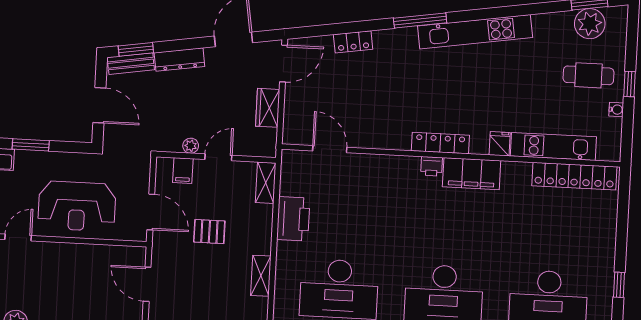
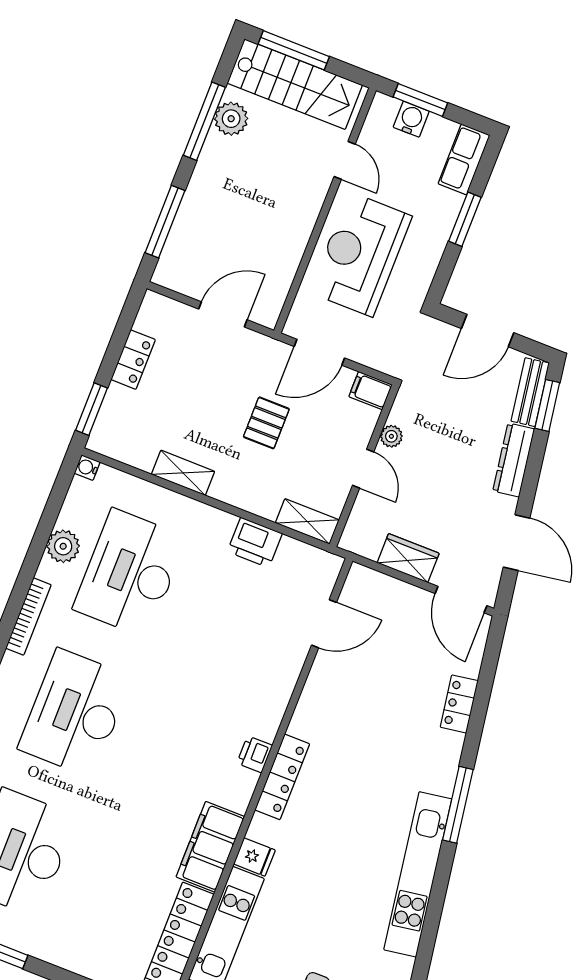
filing cabinet: (183, 171) -> (371, 391), moved
filing cabinet: (472, 174) -> (210, 847), moved
printer: (293, 219) -> (255, 542), width x0.73, depth x0.84

